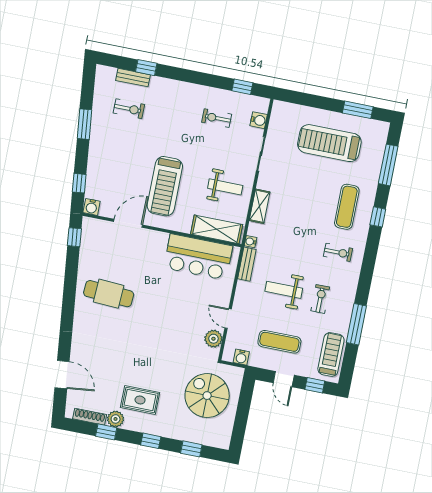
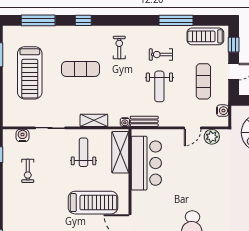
exercise mat: (347, 207) -> (81, 69), moved

